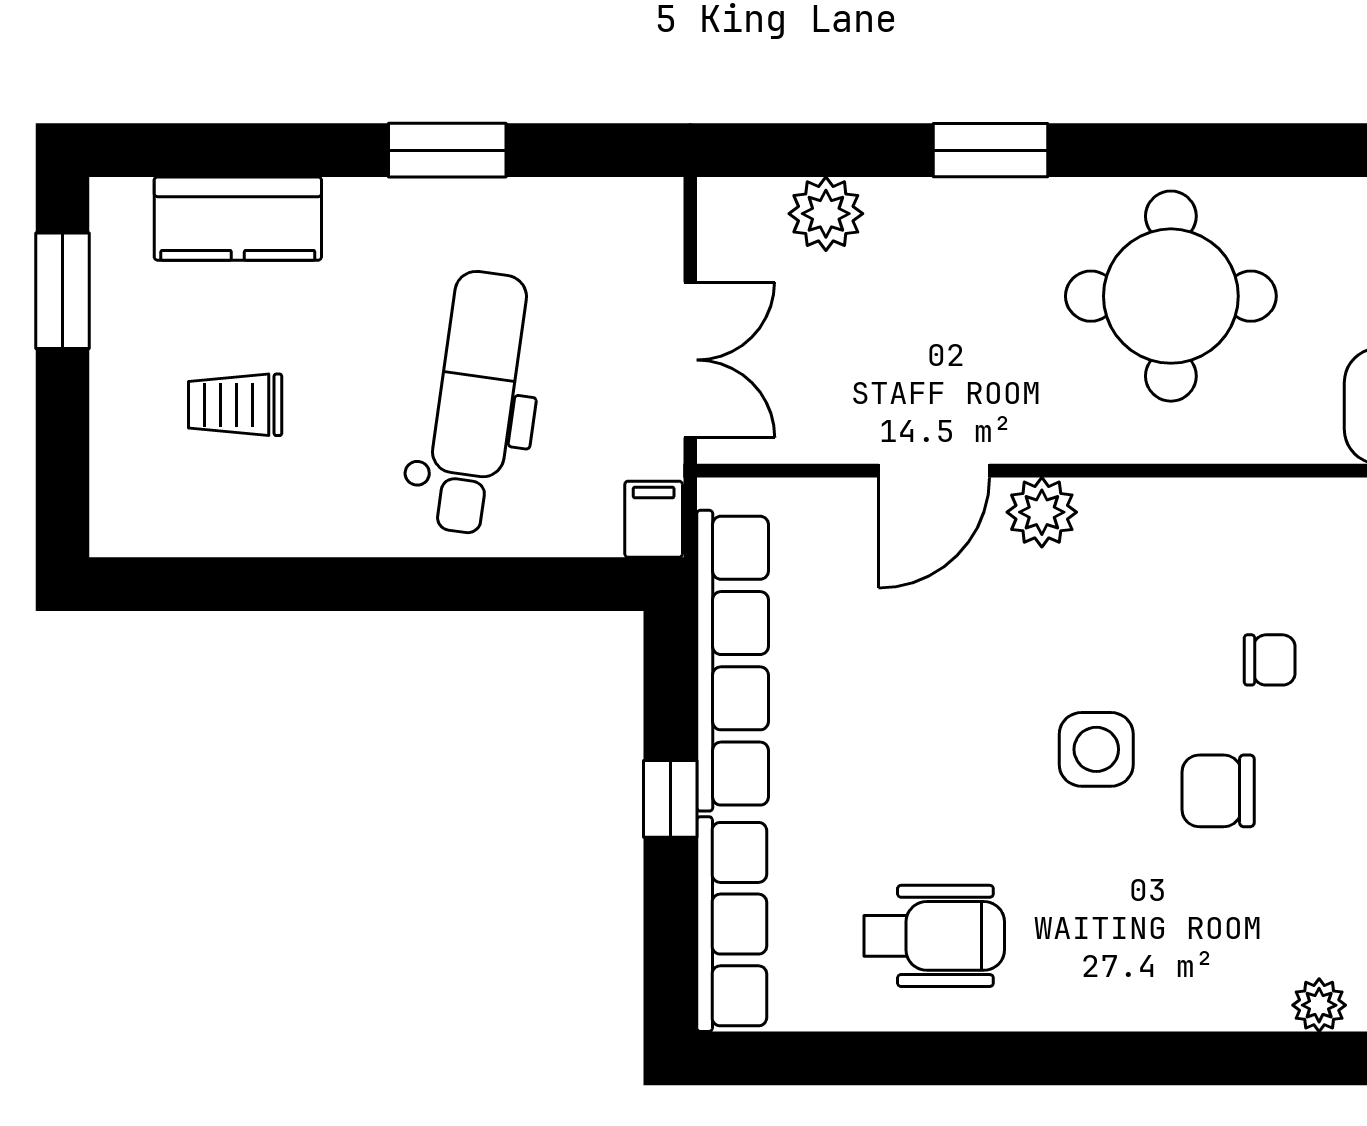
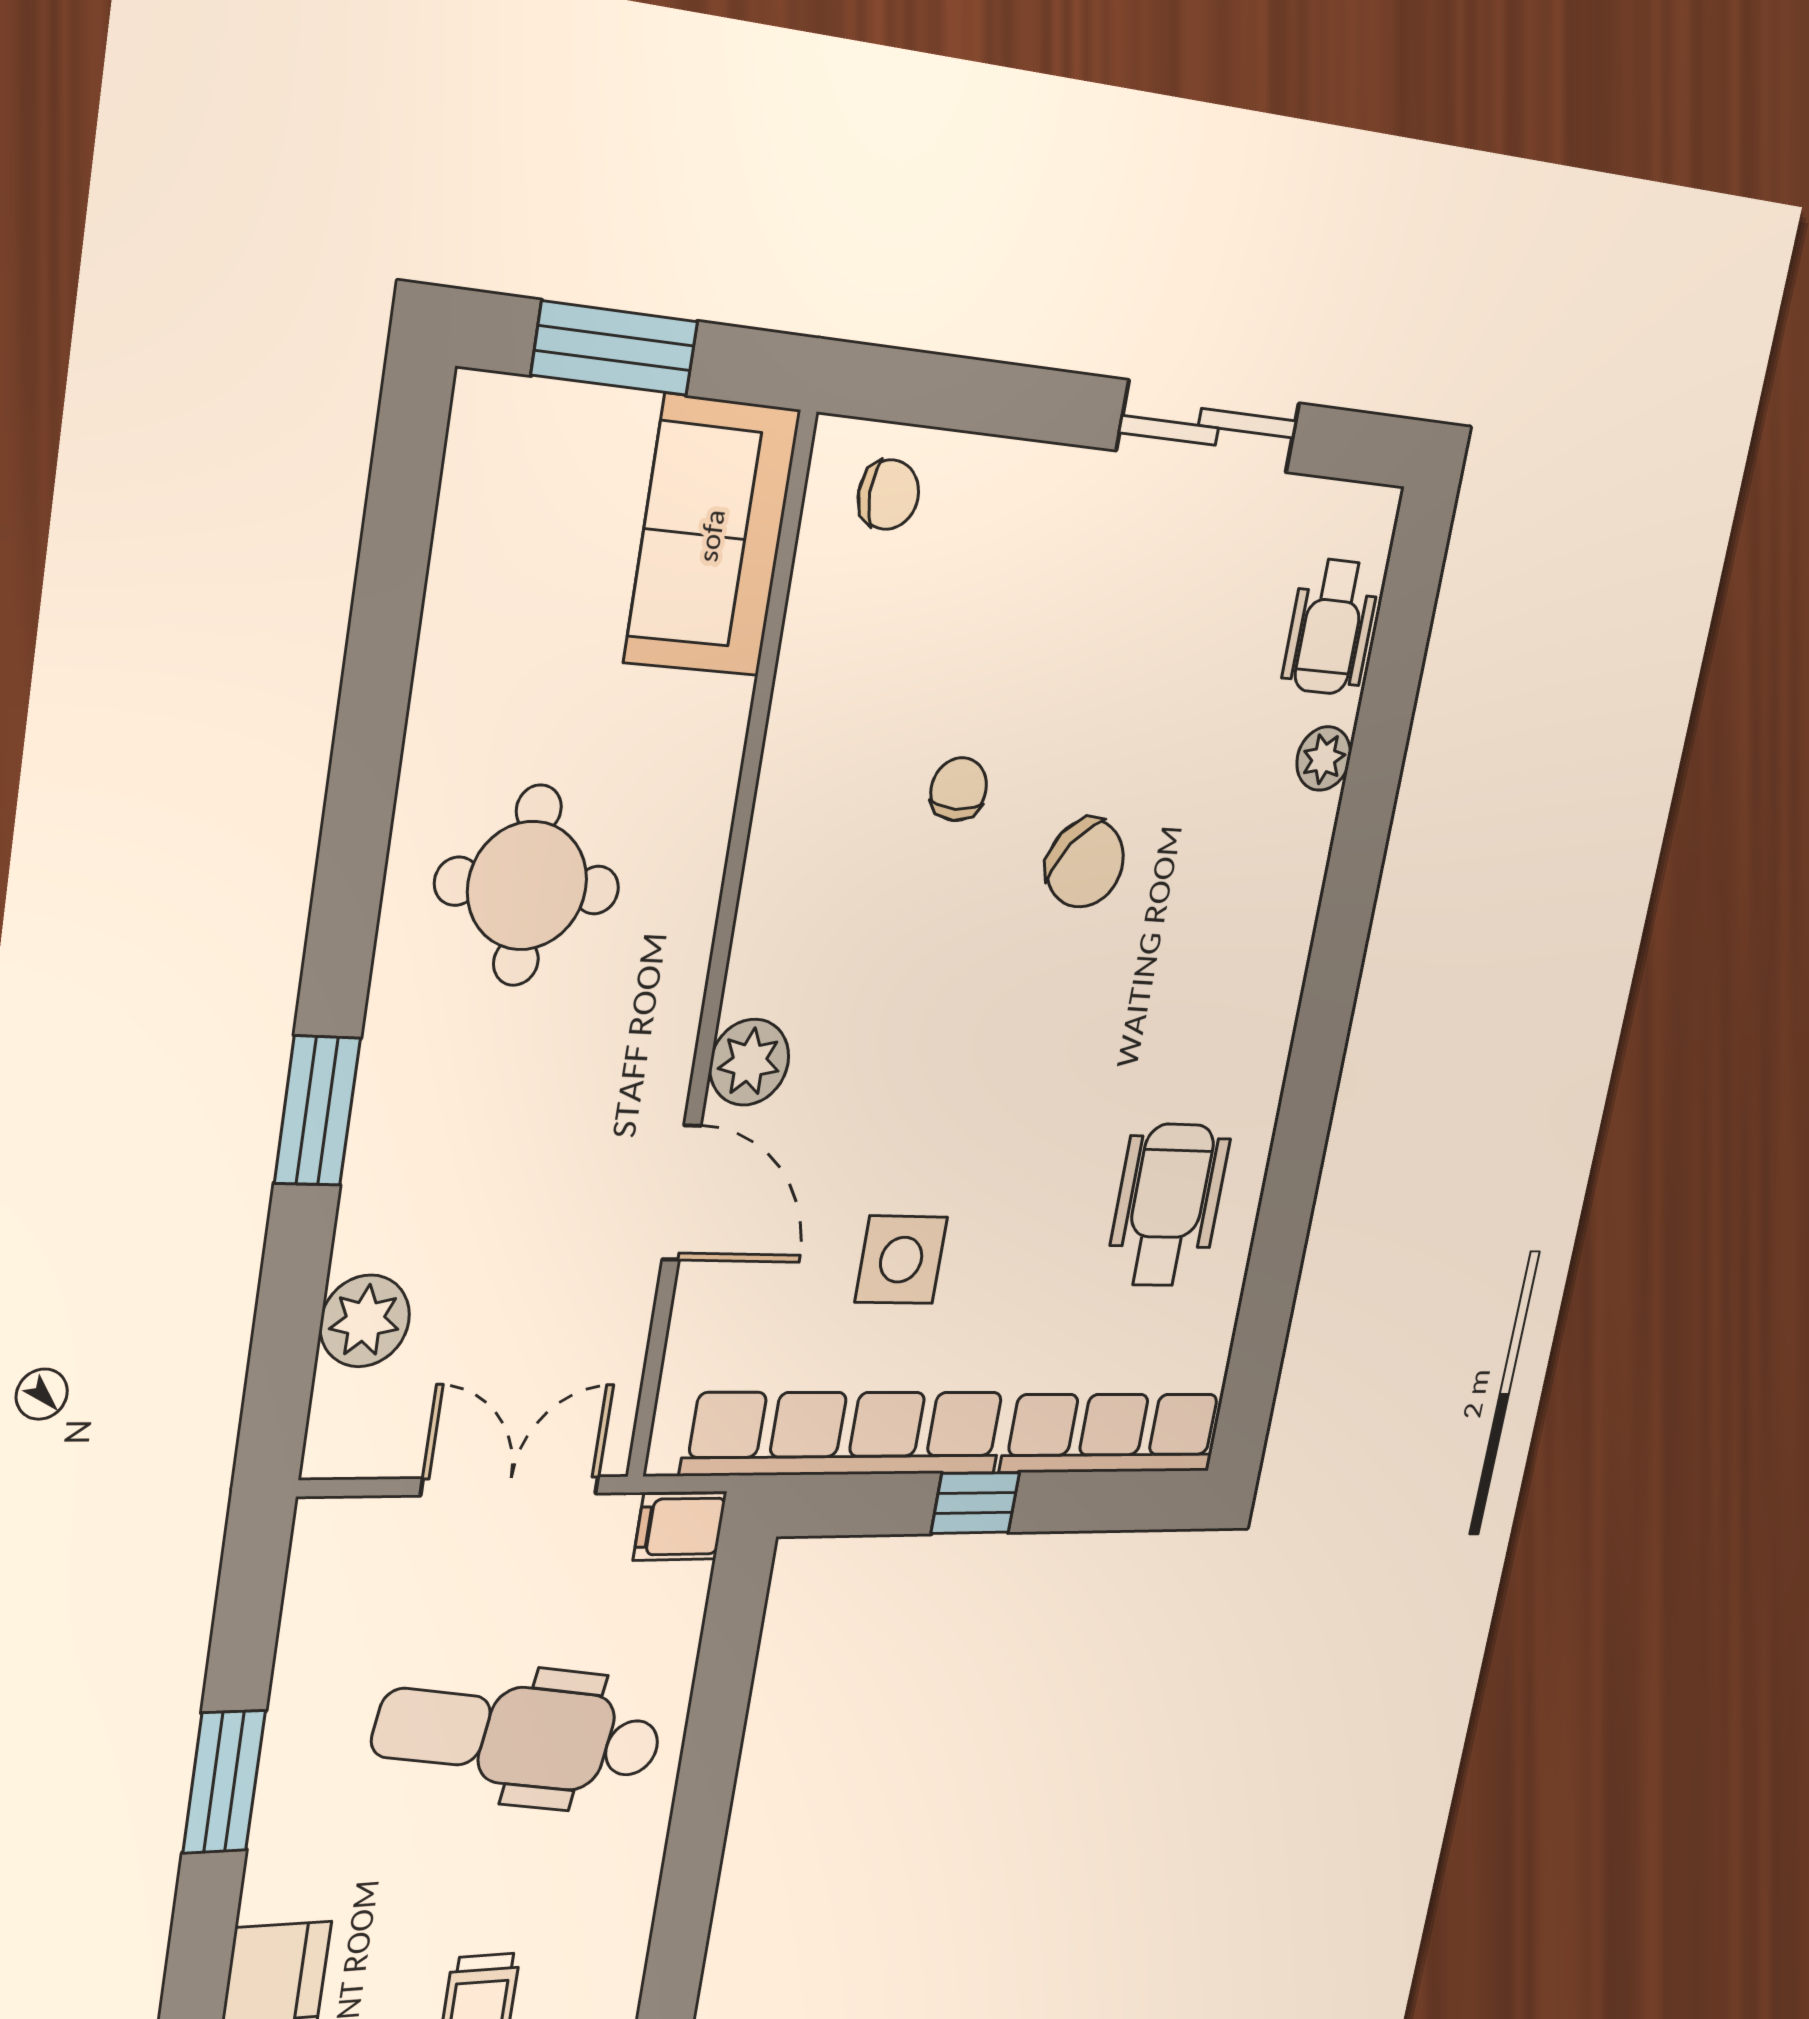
round table: (1171, 296) -> (527, 886), width x0.73, depth x0.73
side table: (1096, 749) -> (901, 1260), moved
chair: (1218, 791) -> (1085, 863), turned -50

